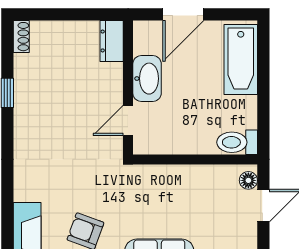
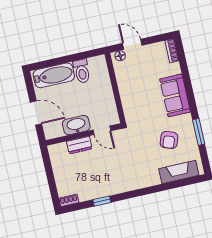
dresser: (112, 41) -> (79, 145), moved
toilet: (237, 142) -> (82, 71), moved

